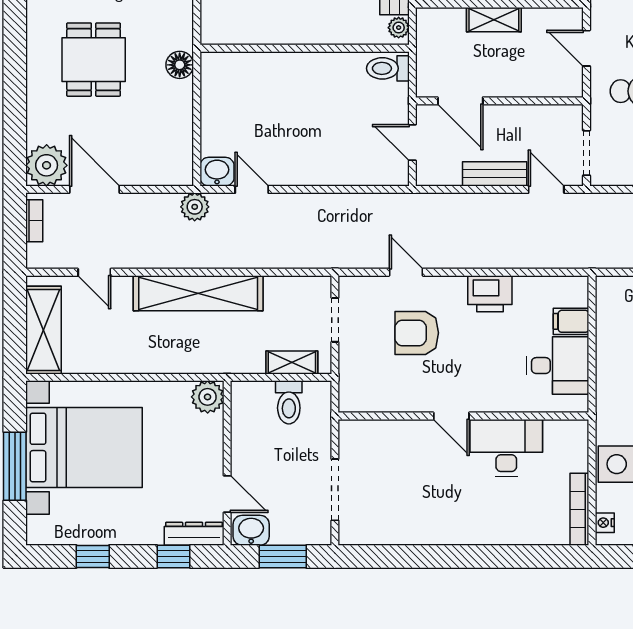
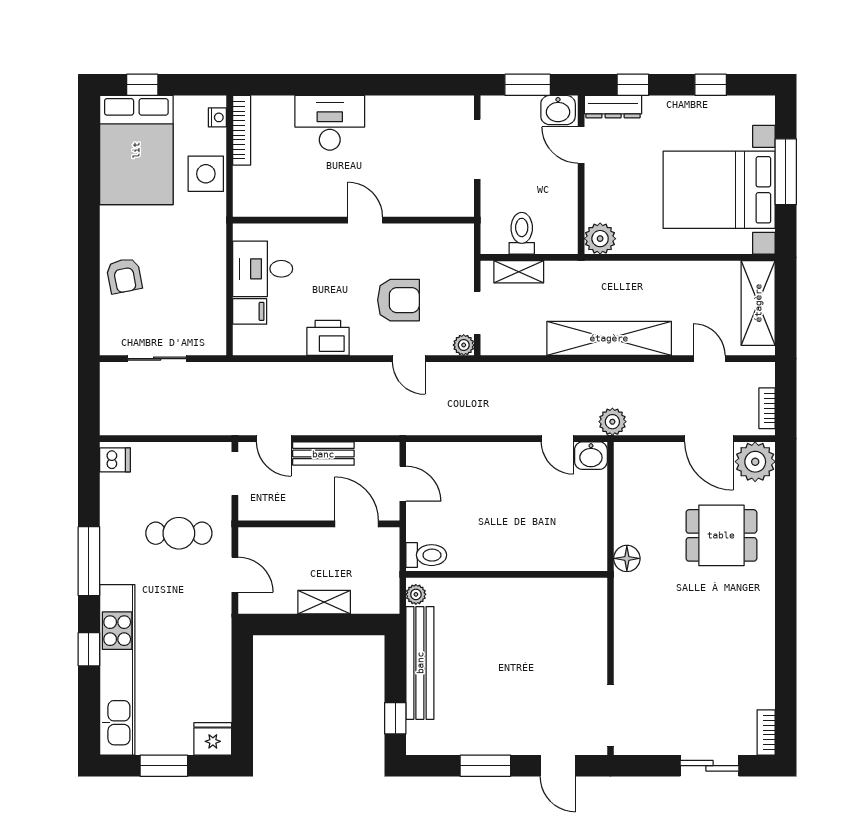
dining table: (94, 60) -> (721, 535), moved, turned 90
plant: (349, 286) -> (464, 345), added
desk: (506, 448) -> (330, 123), moved, turned 180

